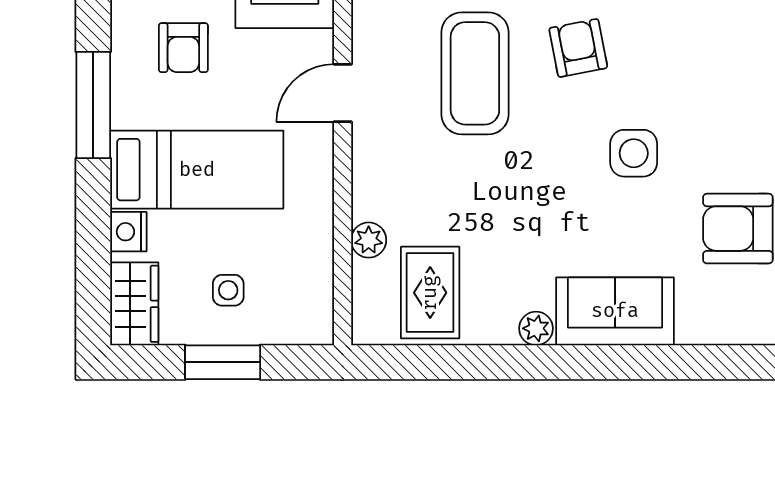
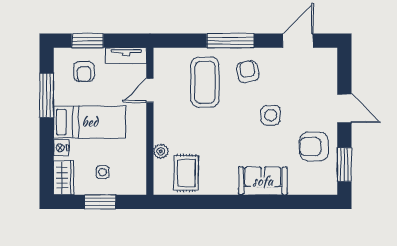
plant: (536, 328) -> (230, 188), removed

